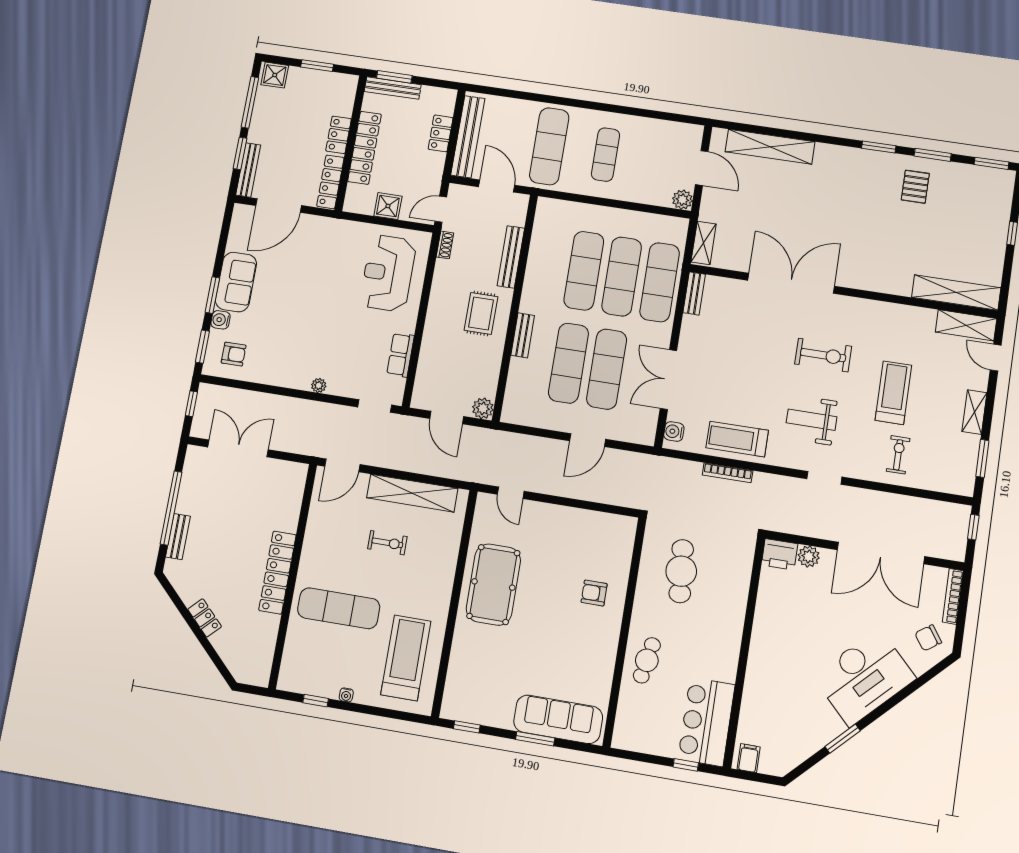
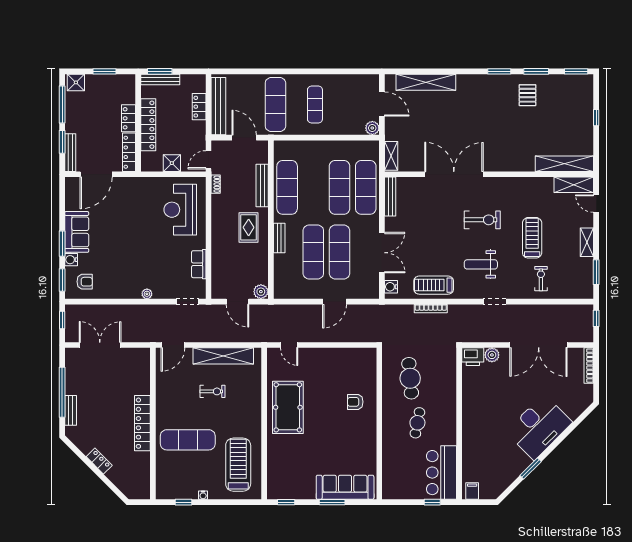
exercise mat: (584, 271) -> (287, 187), moved
bench: (694, 293) -> (390, 197), width x1.36
double door: (668, 380) -> (382, 253), swing flipped
chair: (928, 638) -> (577, 395), removed
cafe table: (647, 660) -> (417, 423), moved

